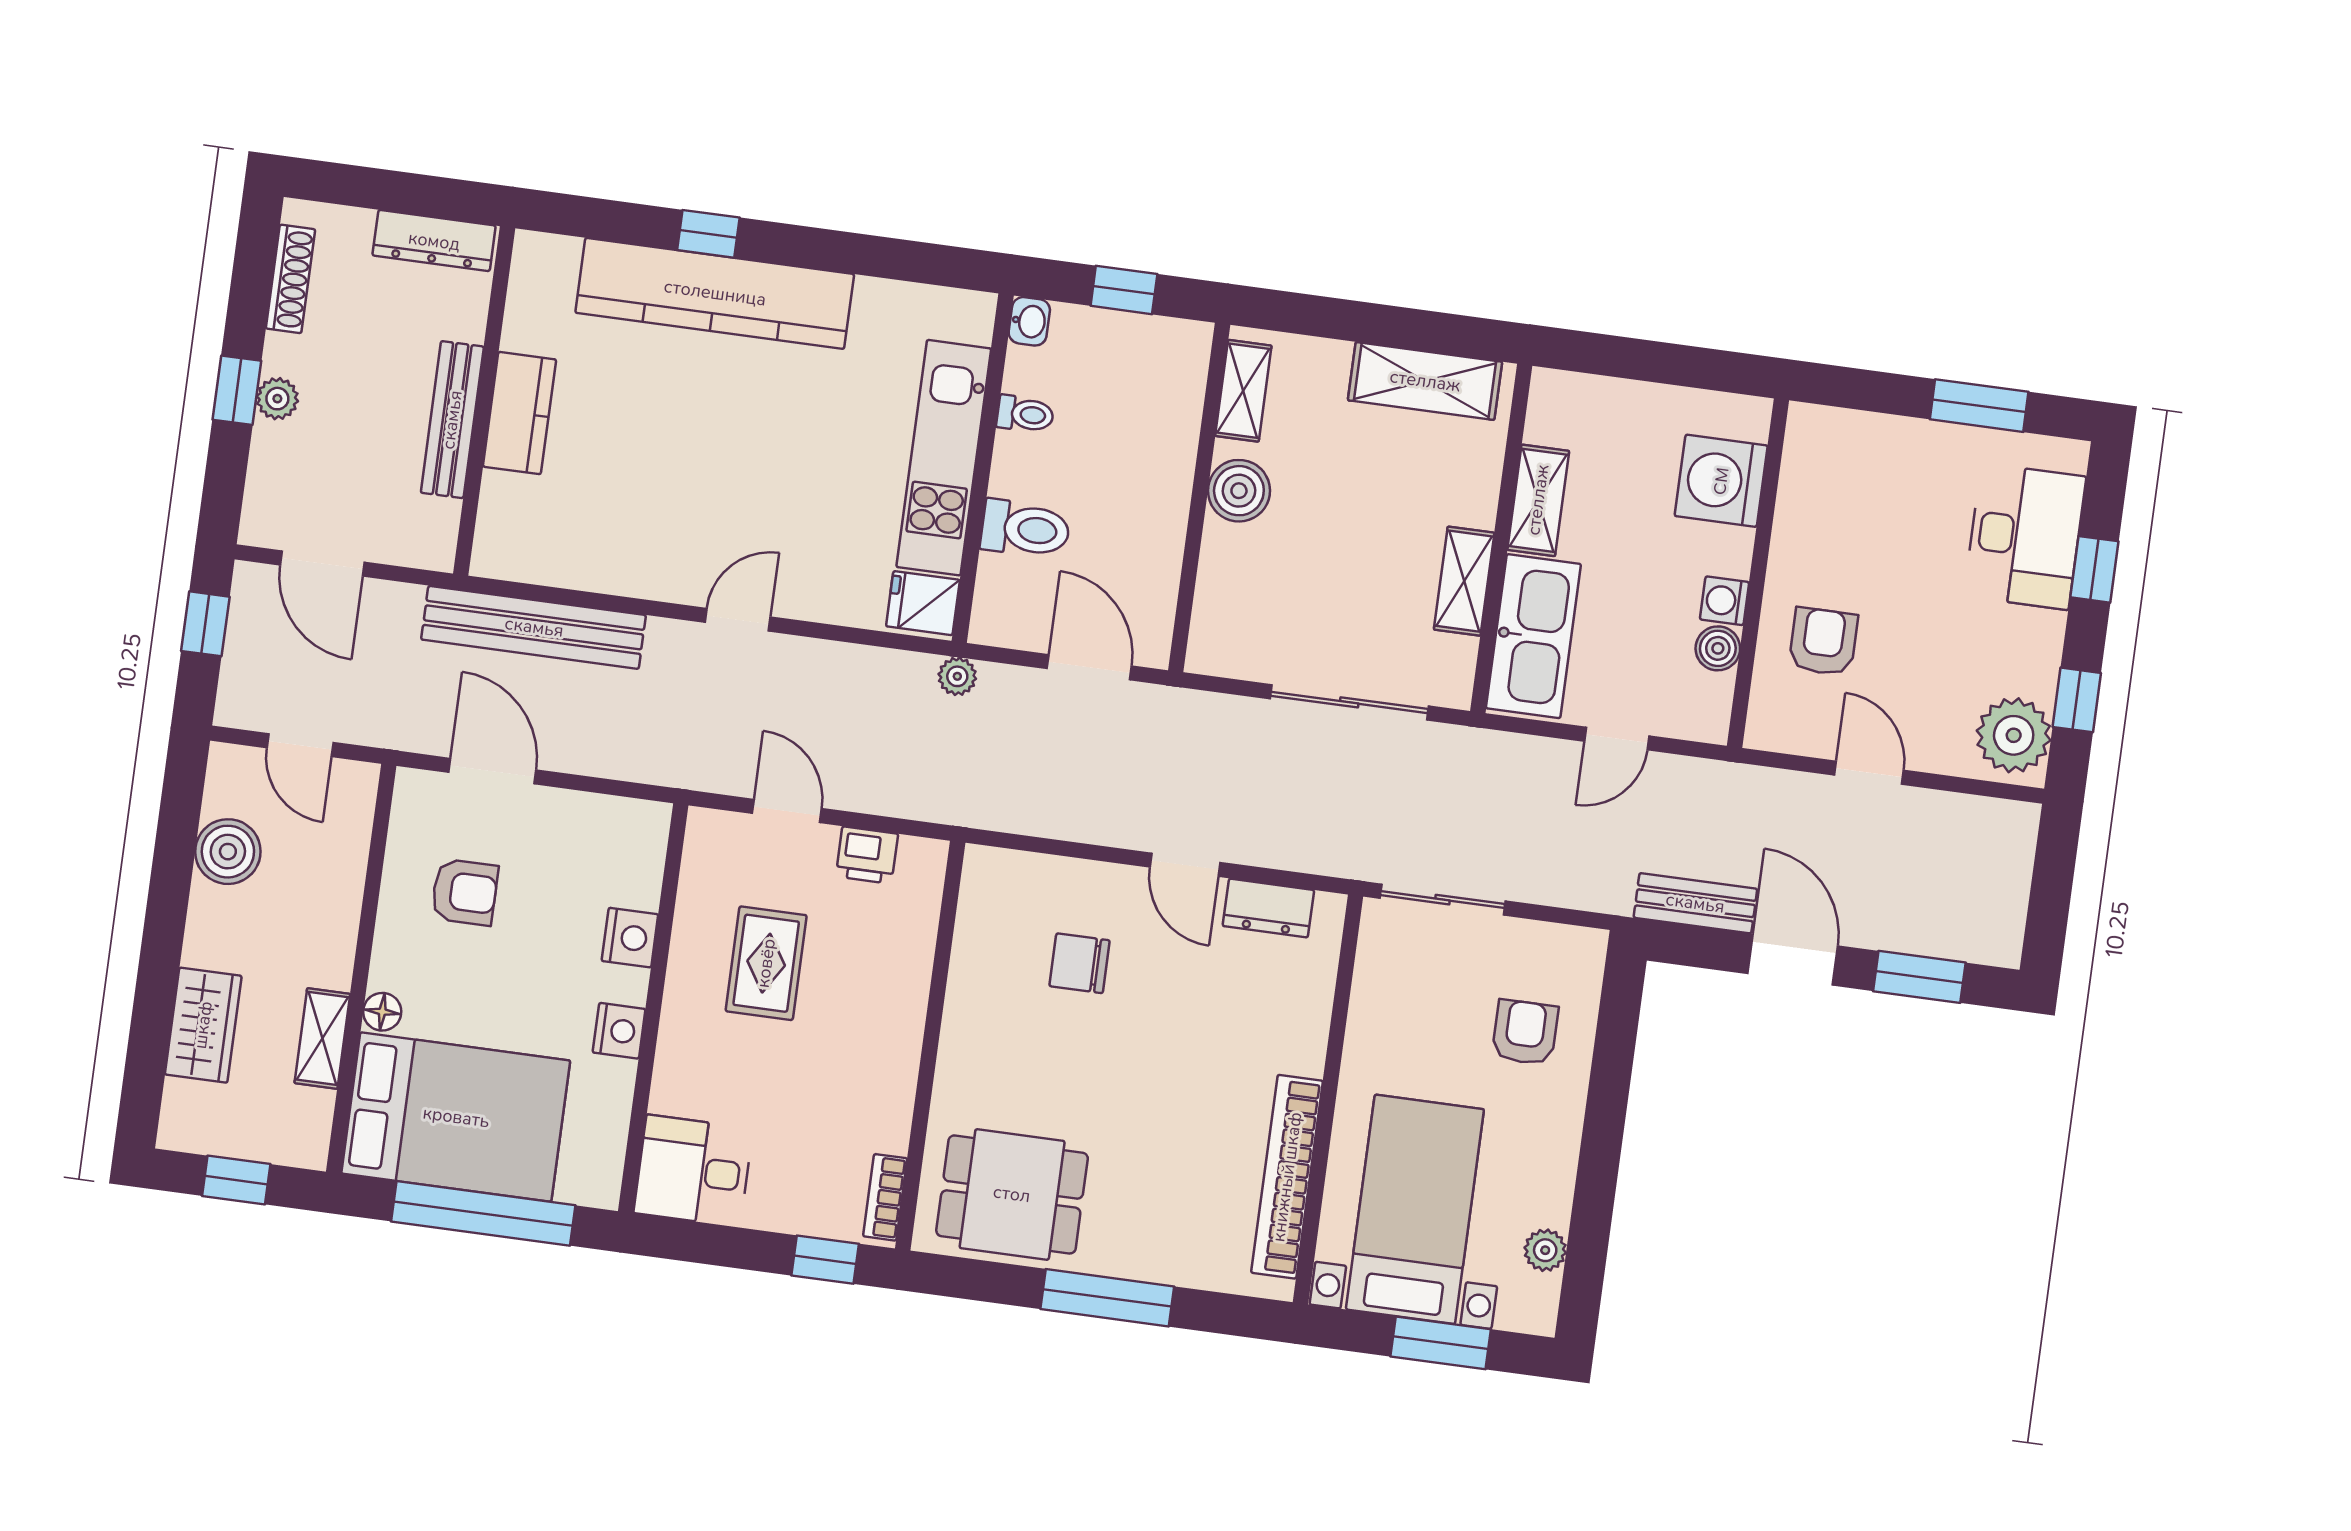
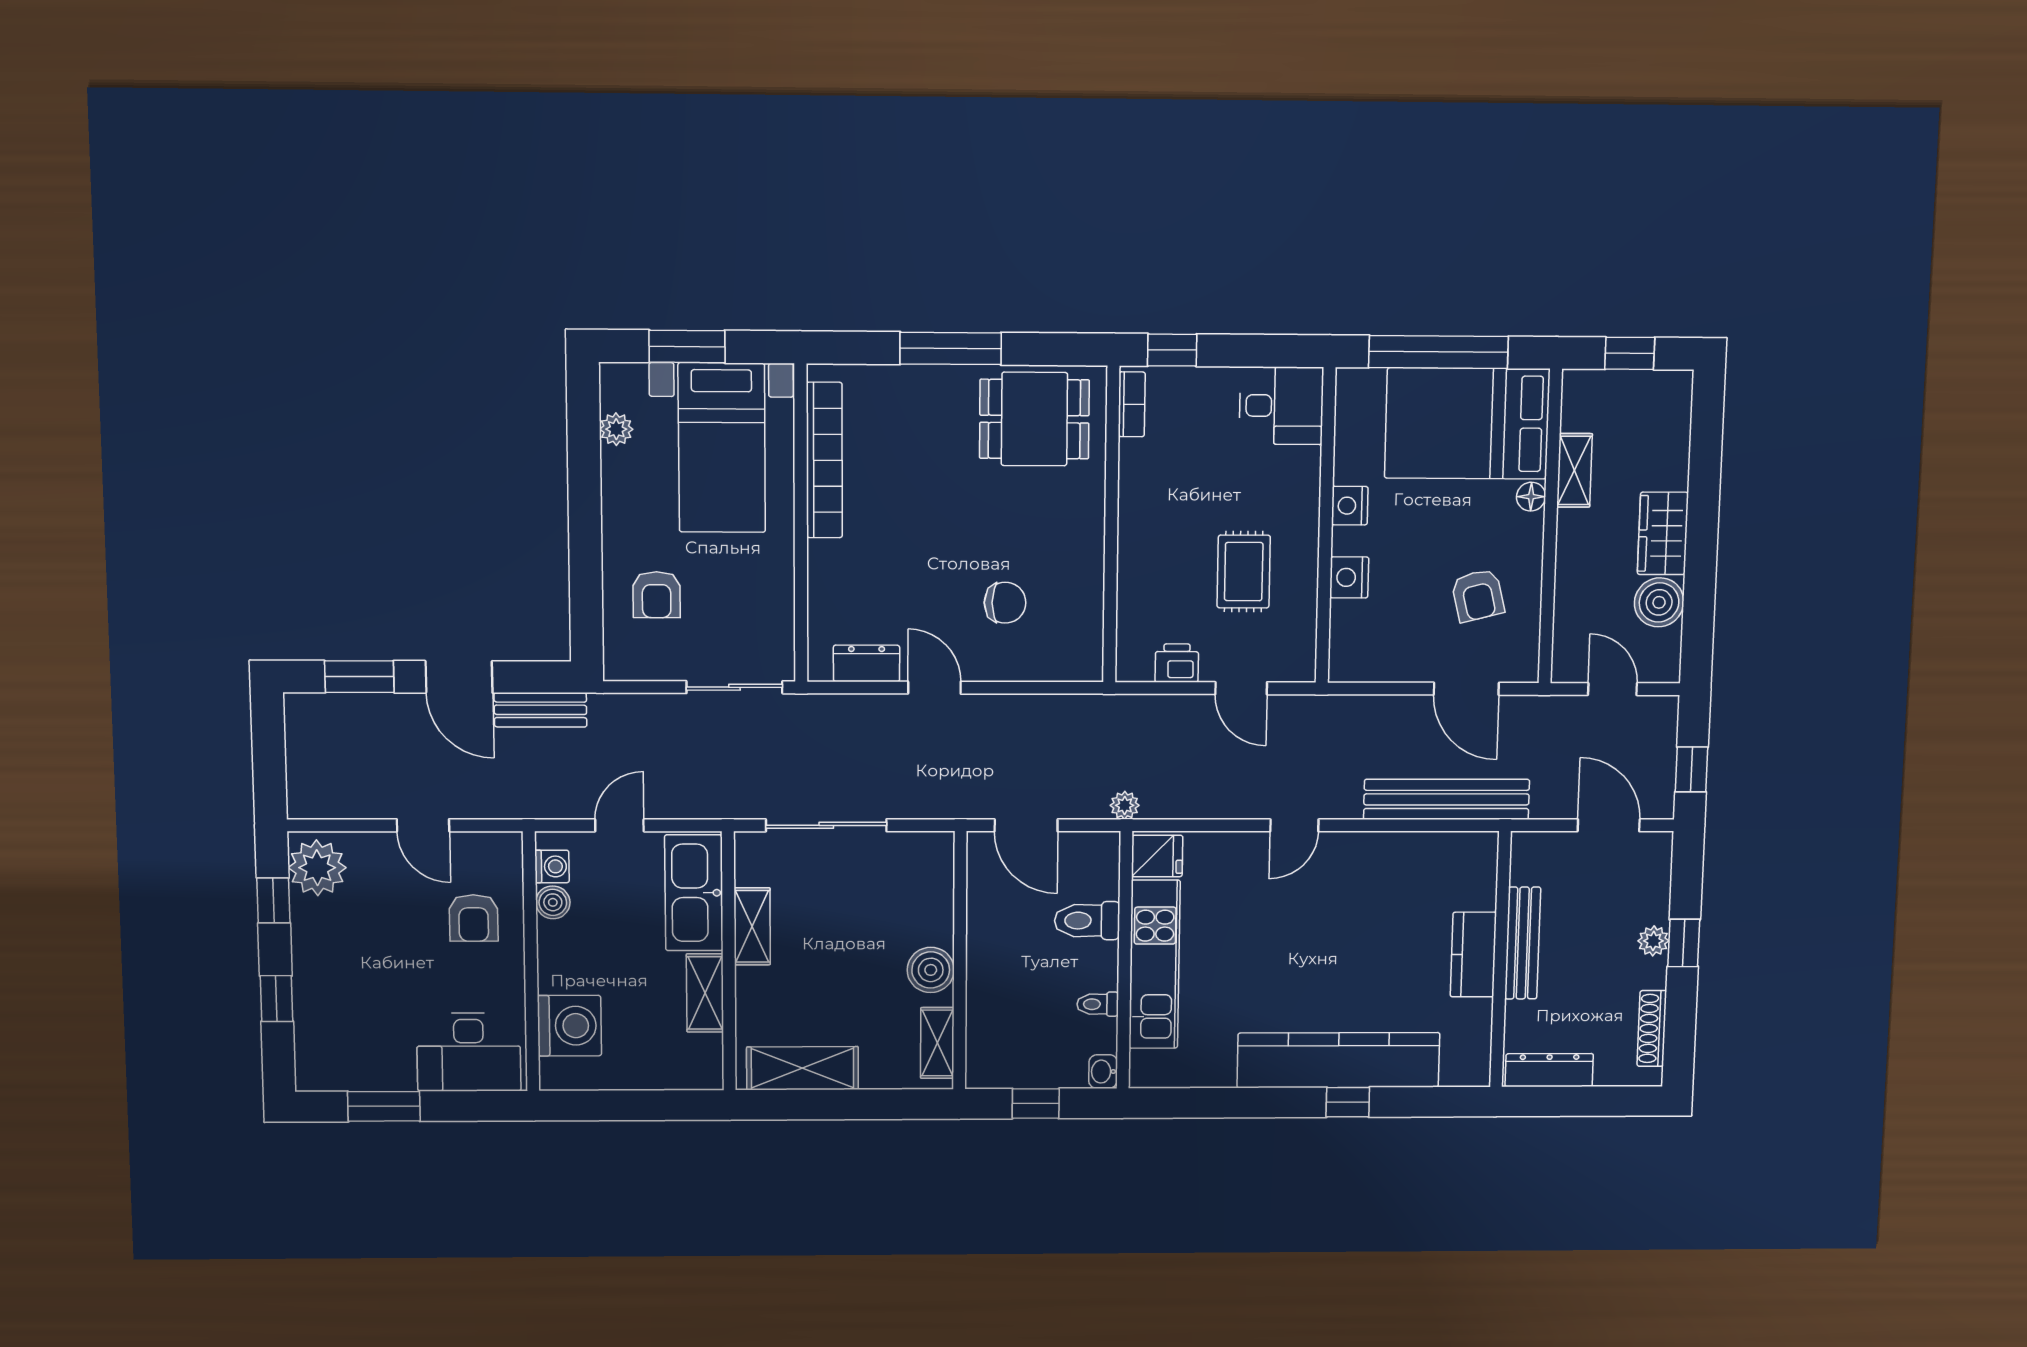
desk: (2025, 536) -> (469, 1052), moved, turned -90
washing machine: (1725, 601) -> (552, 866), moved
armchair: (465, 892) -> (1478, 595), turned -104
wardrobe: (203, 1025) -> (1663, 533), moved

